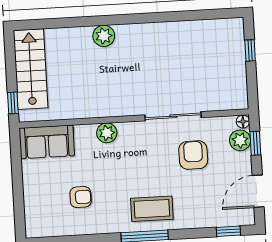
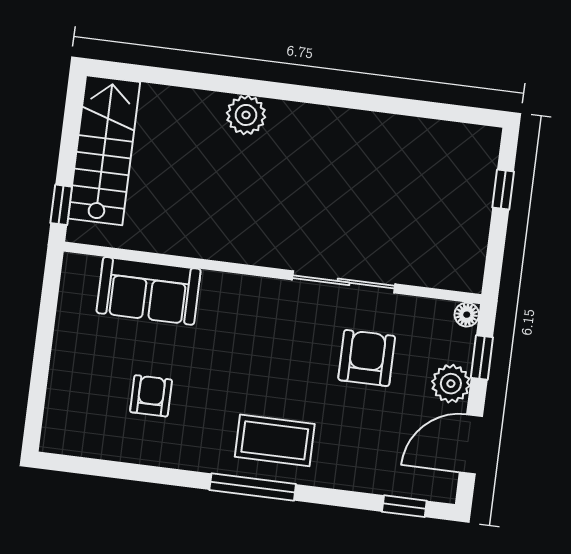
plant: (107, 133) -> (219, 290), removed
plant: (240, 140) -> (451, 384), moved
sofa: (47, 142) -> (149, 291), moved
armchair: (81, 197) -> (151, 396), turned -90

